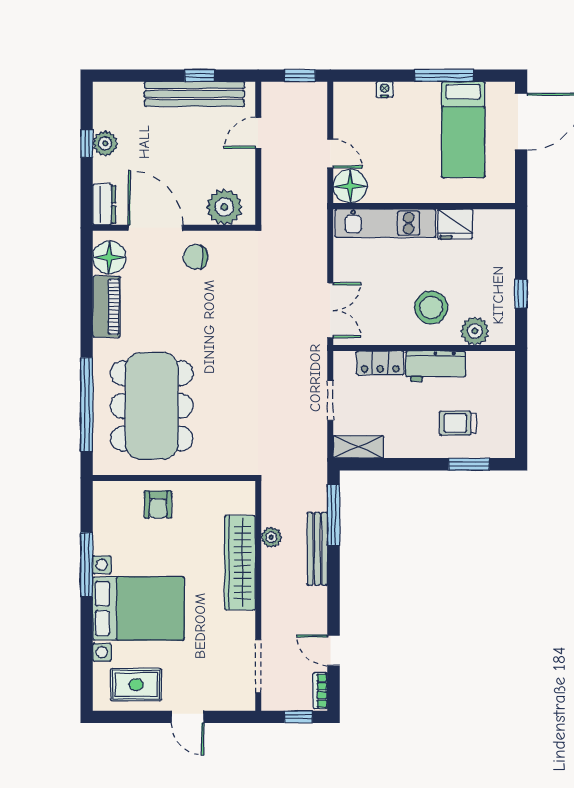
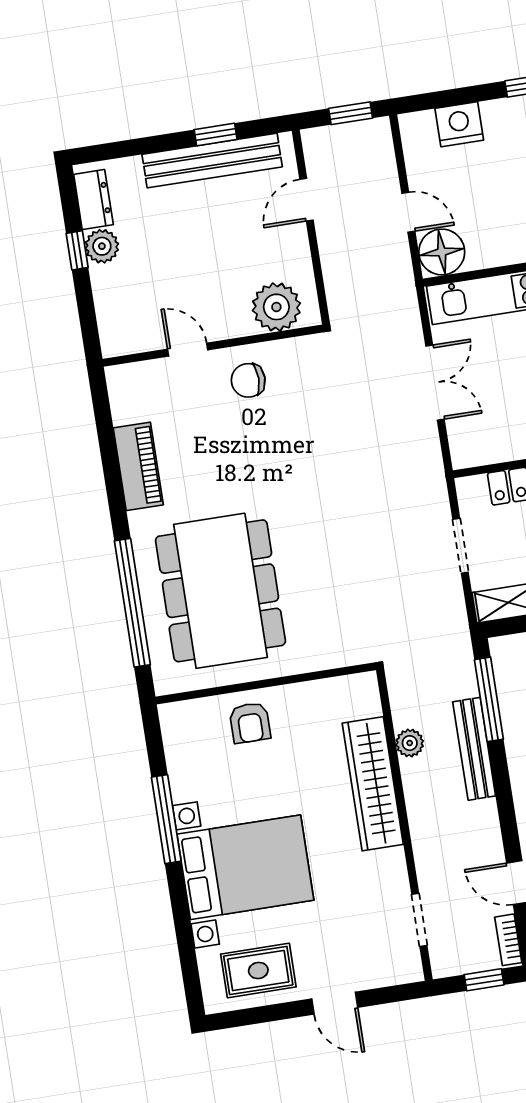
nightstand: (385, 89) -> (459, 124), width x1.89, depth x1.79
dresser: (104, 204) -> (93, 199), moved
door: (155, 228) -> (188, 350), width x0.53
floor lamp: (109, 257) -> (132, 399), removed
double door: (330, 310) -> (435, 383), moved
doorway: (258, 666) -> (419, 920), width x0.73

